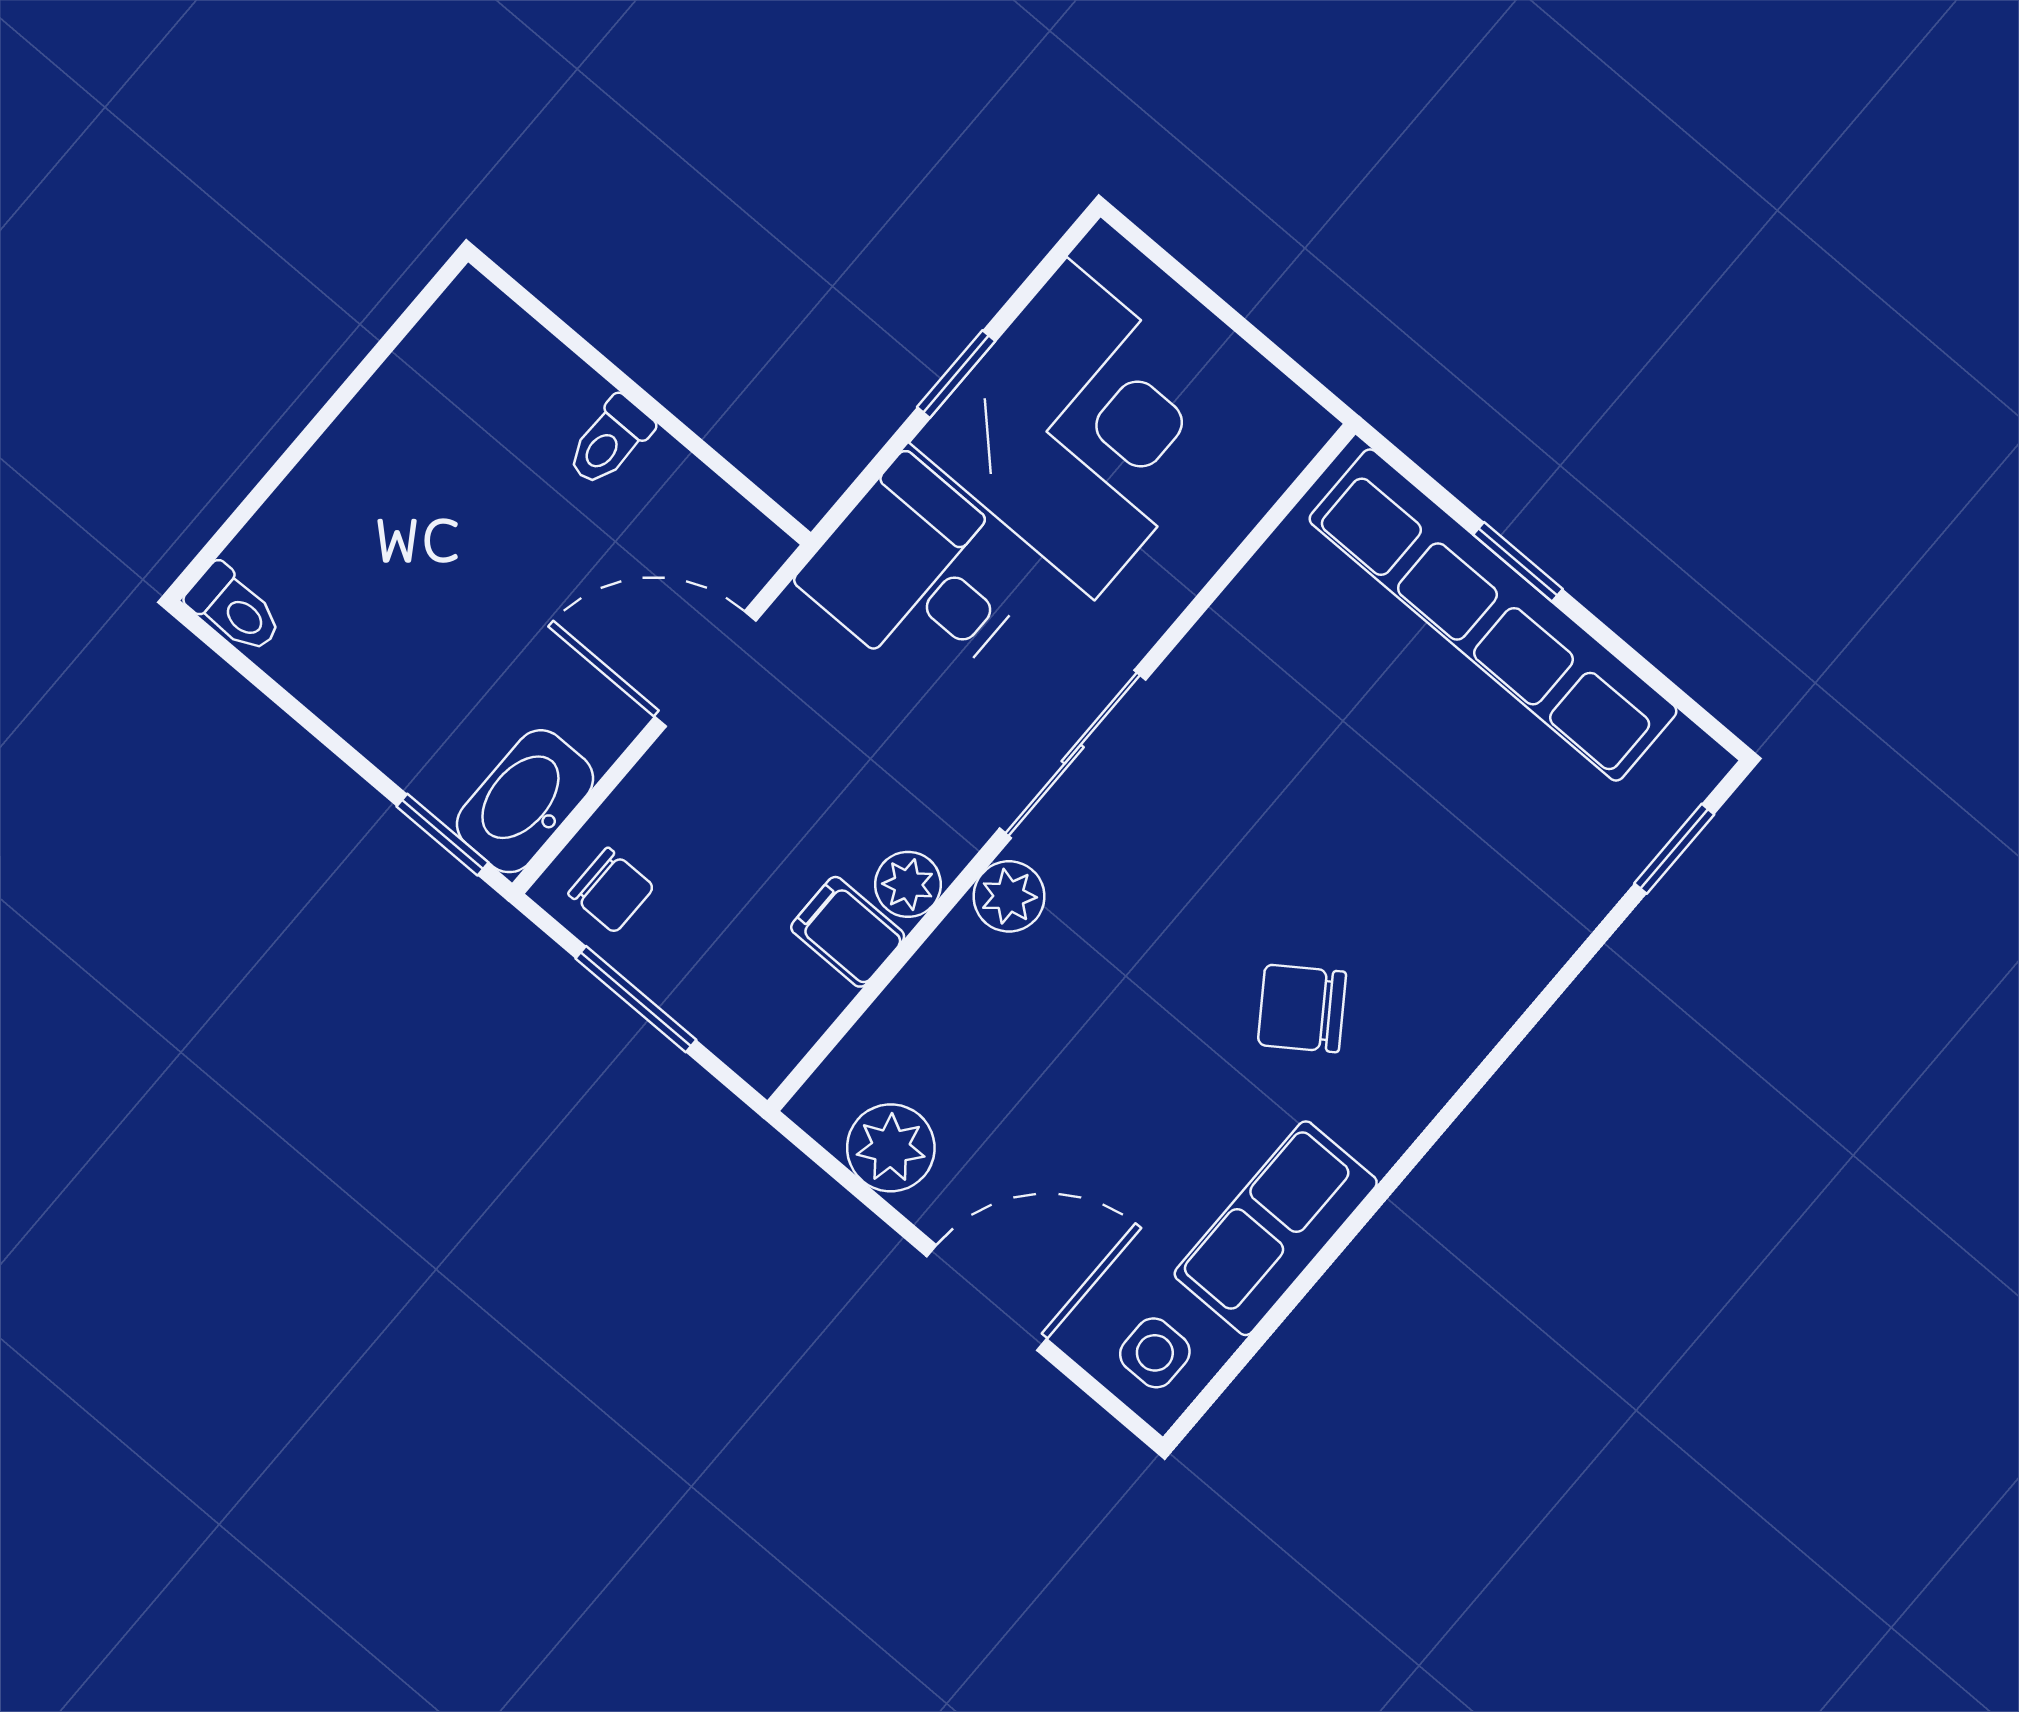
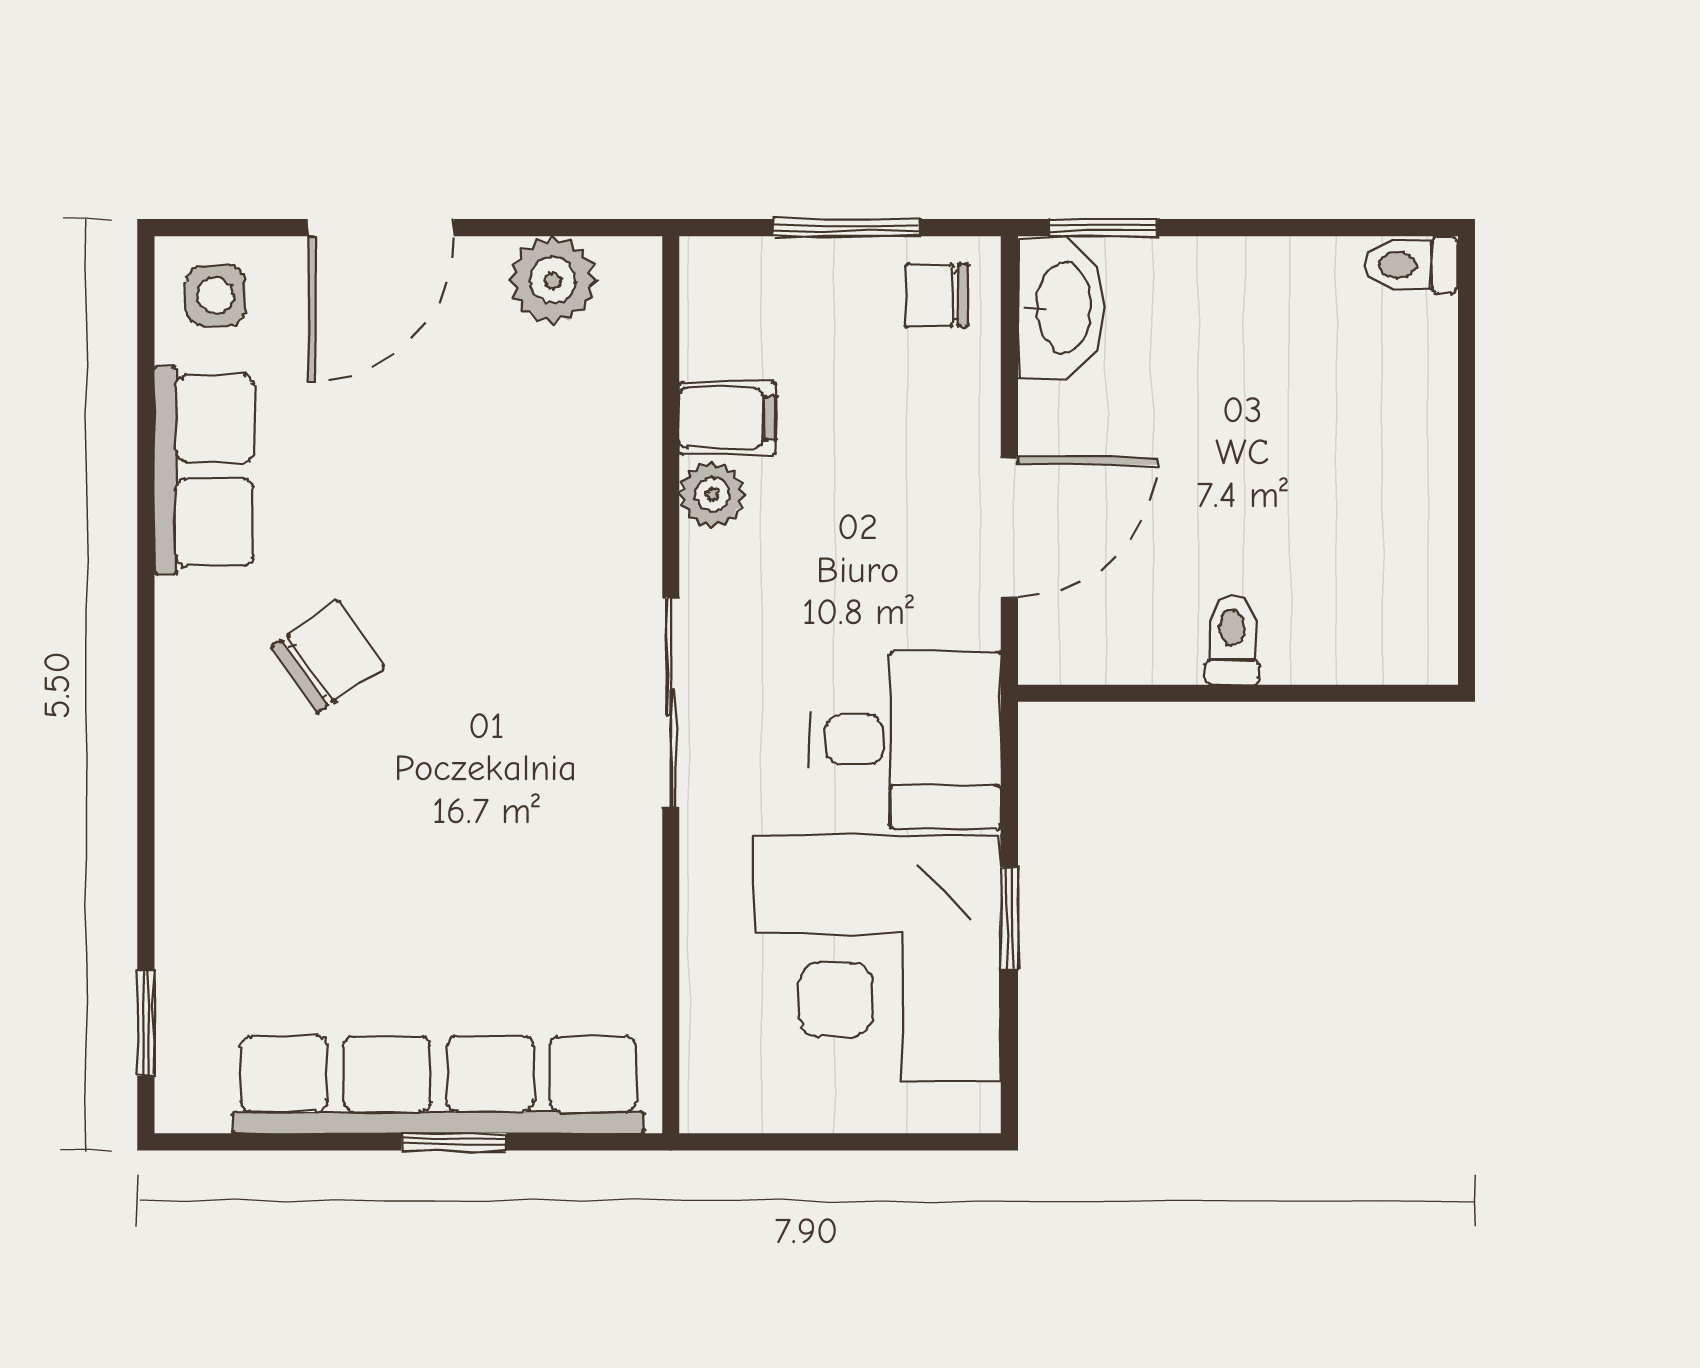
plant: (1009, 896) -> (627, 551), removed

